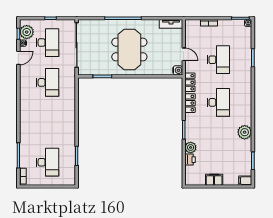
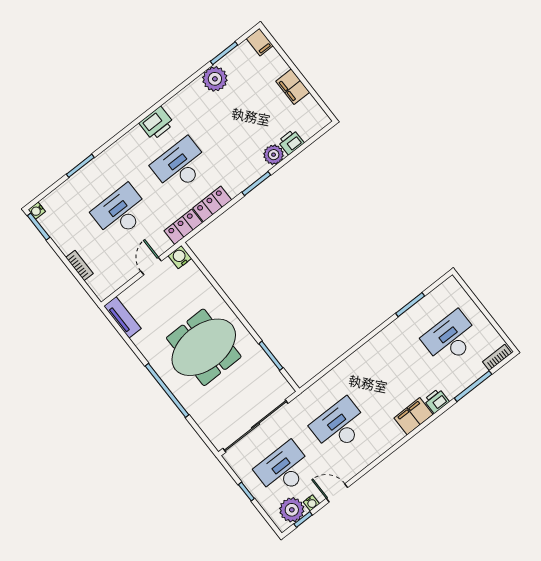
printer: (245, 106) -> (157, 123), added
filing cabinet: (26, 119) -> (414, 416), added
plant: (245, 132) -> (215, 79), moved
printer: (25, 134) -> (437, 401), added

